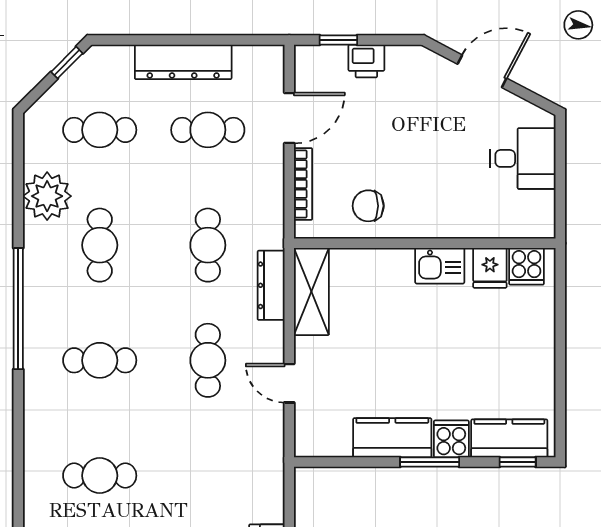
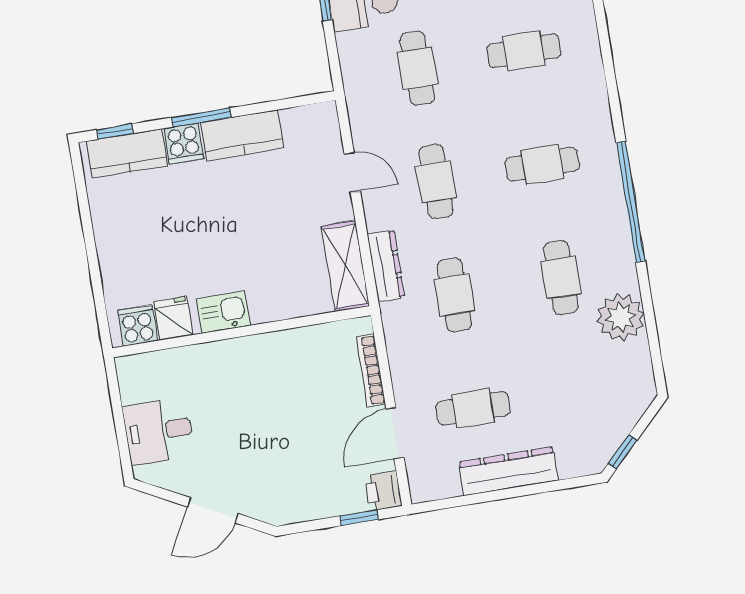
printer: (366, 61) -> (383, 491), moved, turned -90
cafe table: (100, 130) -> (417, 68), moved, turned 90
chair: (368, 206) -> (303, 360), removed

